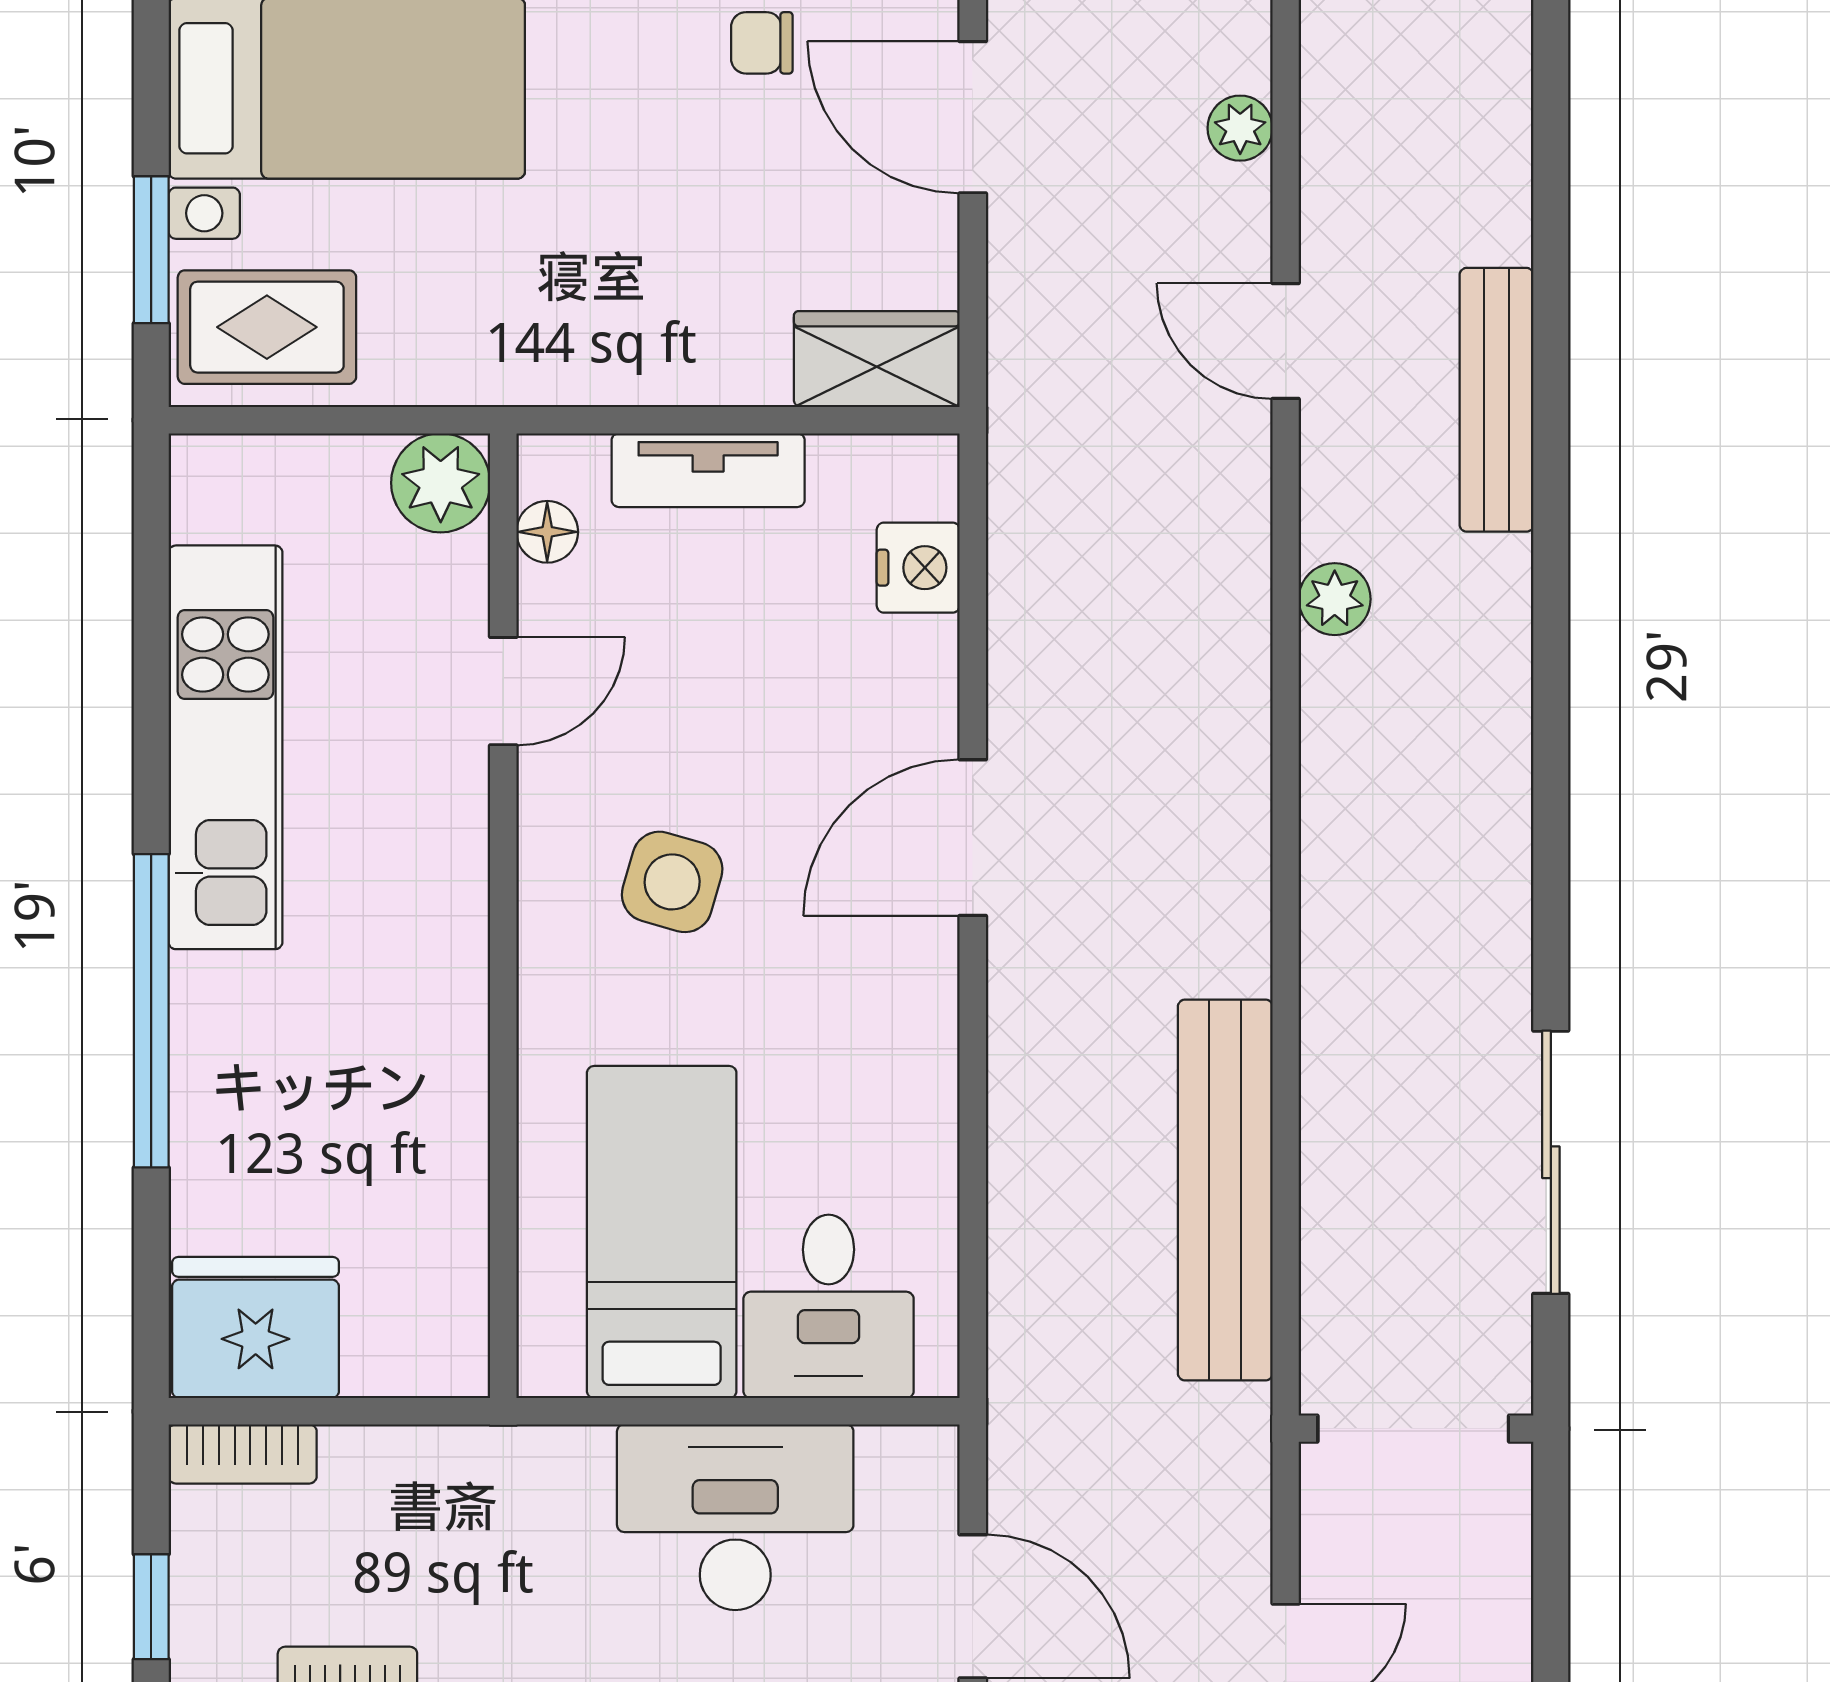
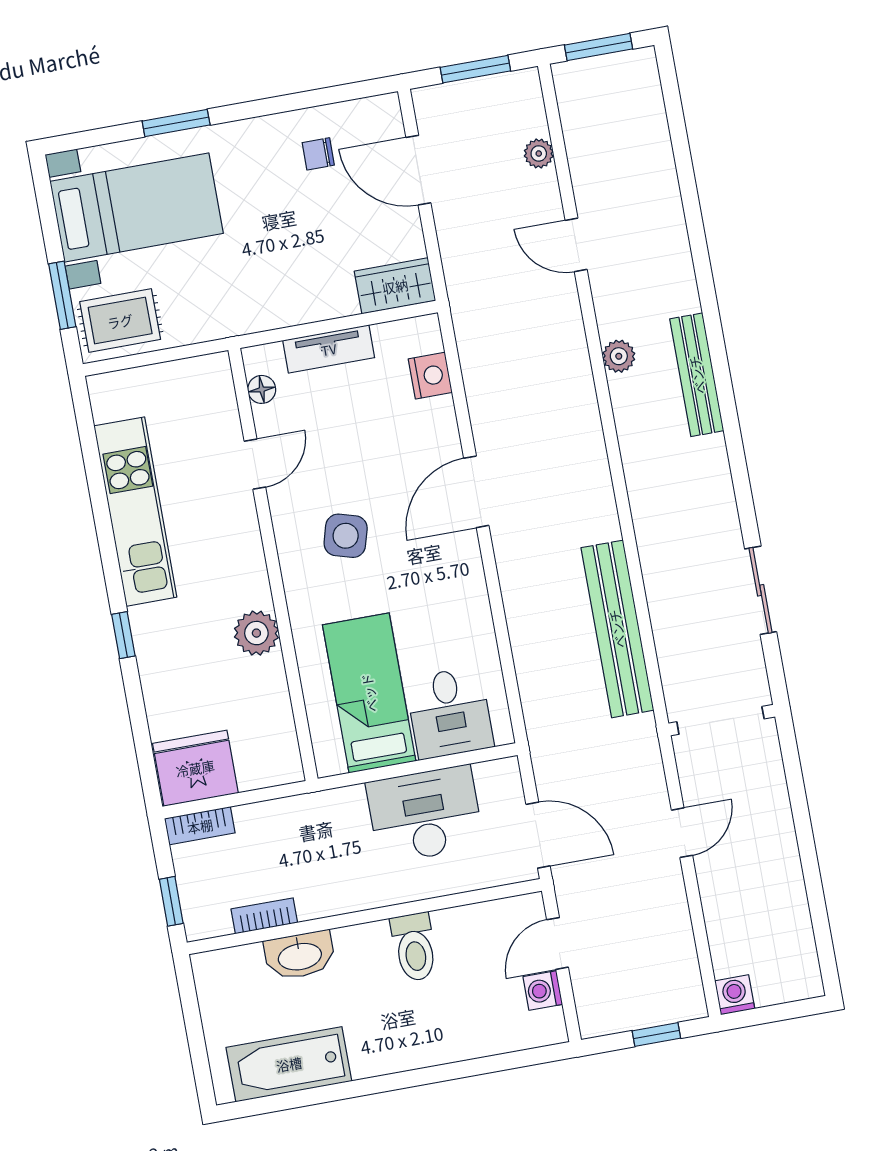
bench: (1497, 400) -> (697, 375), moved
plant: (441, 483) -> (256, 633), moved
window: (151, 1011) -> (123, 635), width x0.32
sliding door: (1551, 1162) -> (761, 590), width x0.73

